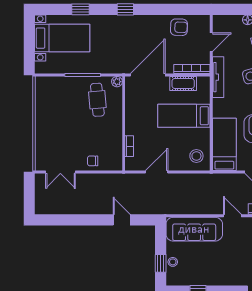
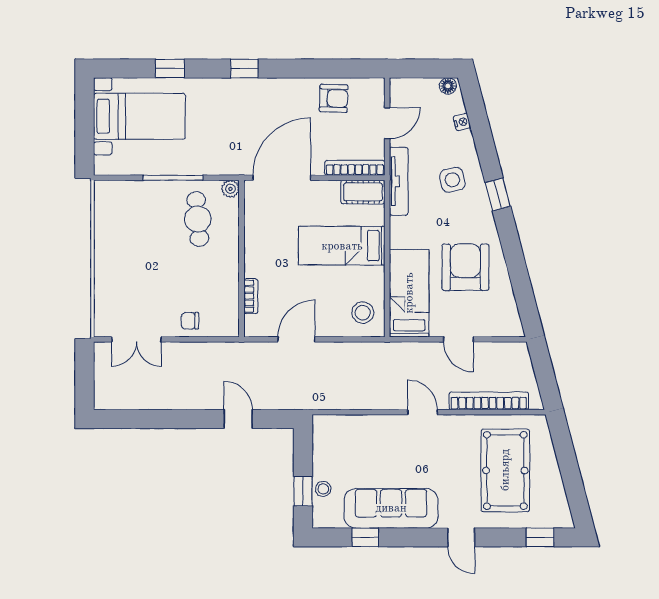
cot: (183, 83) -> (363, 192), moved
sofa: (194, 229) -> (391, 508), moved, turned 180

